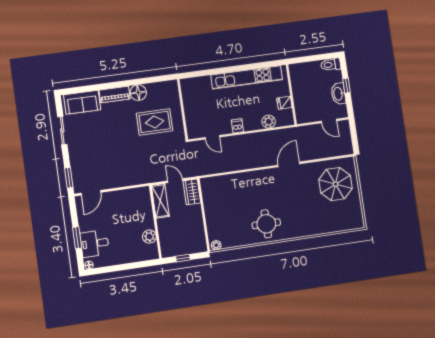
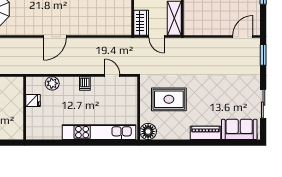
kitchen unit: (247, 77) -> (99, 132), moved
floor lamp: (138, 93) -> (148, 131), moved
door: (289, 164) -> (55, 37), moved

